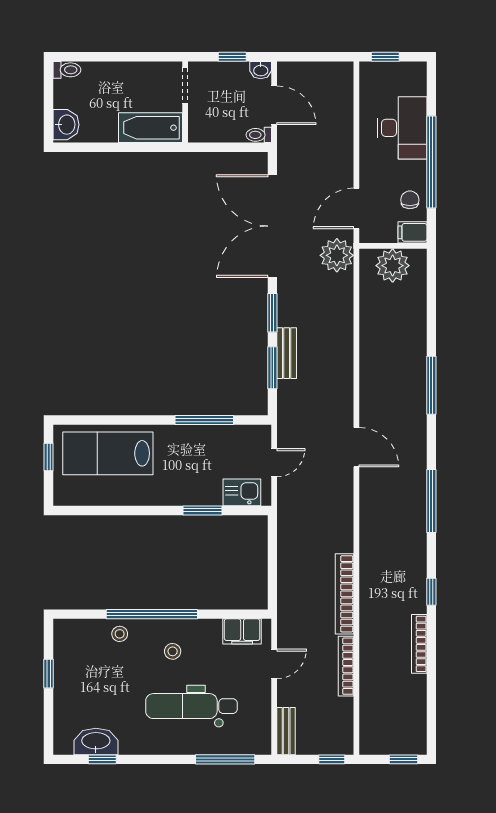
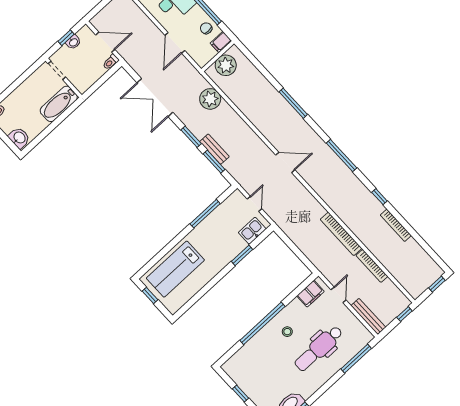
washbasin: (261, 70) -> (73, 42), moved
door: (356, 208) -> (175, 43), moved
double door: (272, 226) -> (155, 98), width x0.73
plant: (337, 255) -> (210, 99), moved
stool: (120, 634) -> (256, 346), removed
bench: (286, 731) -> (368, 316), width x1.36

